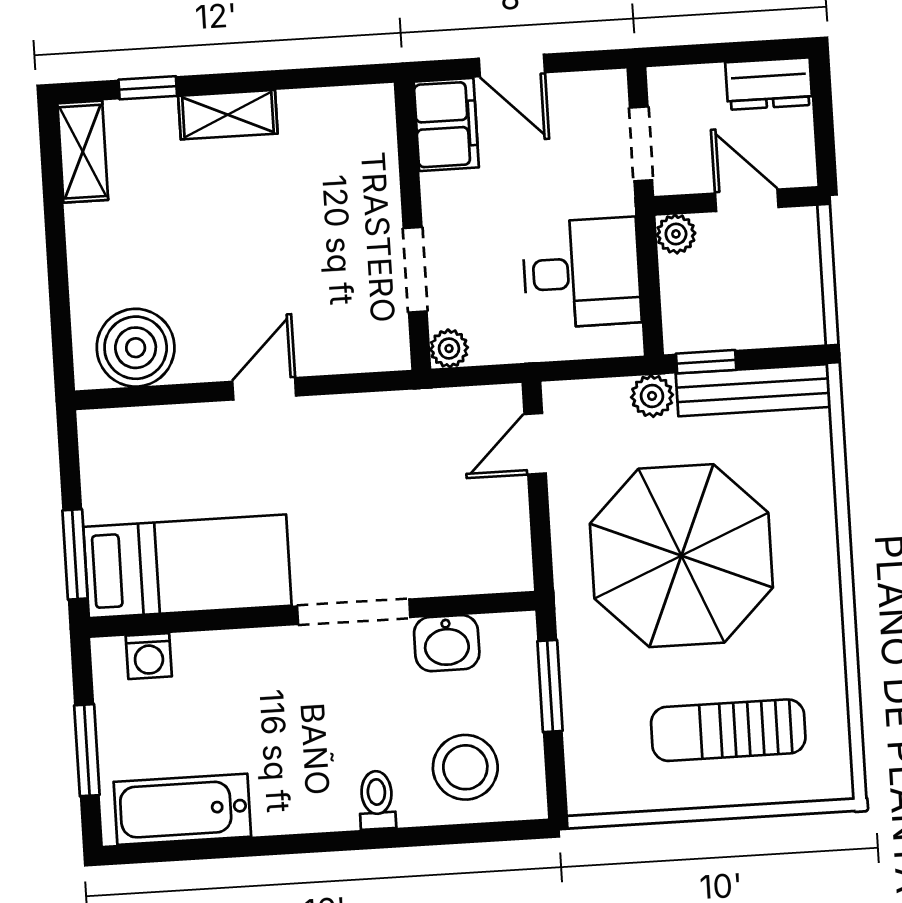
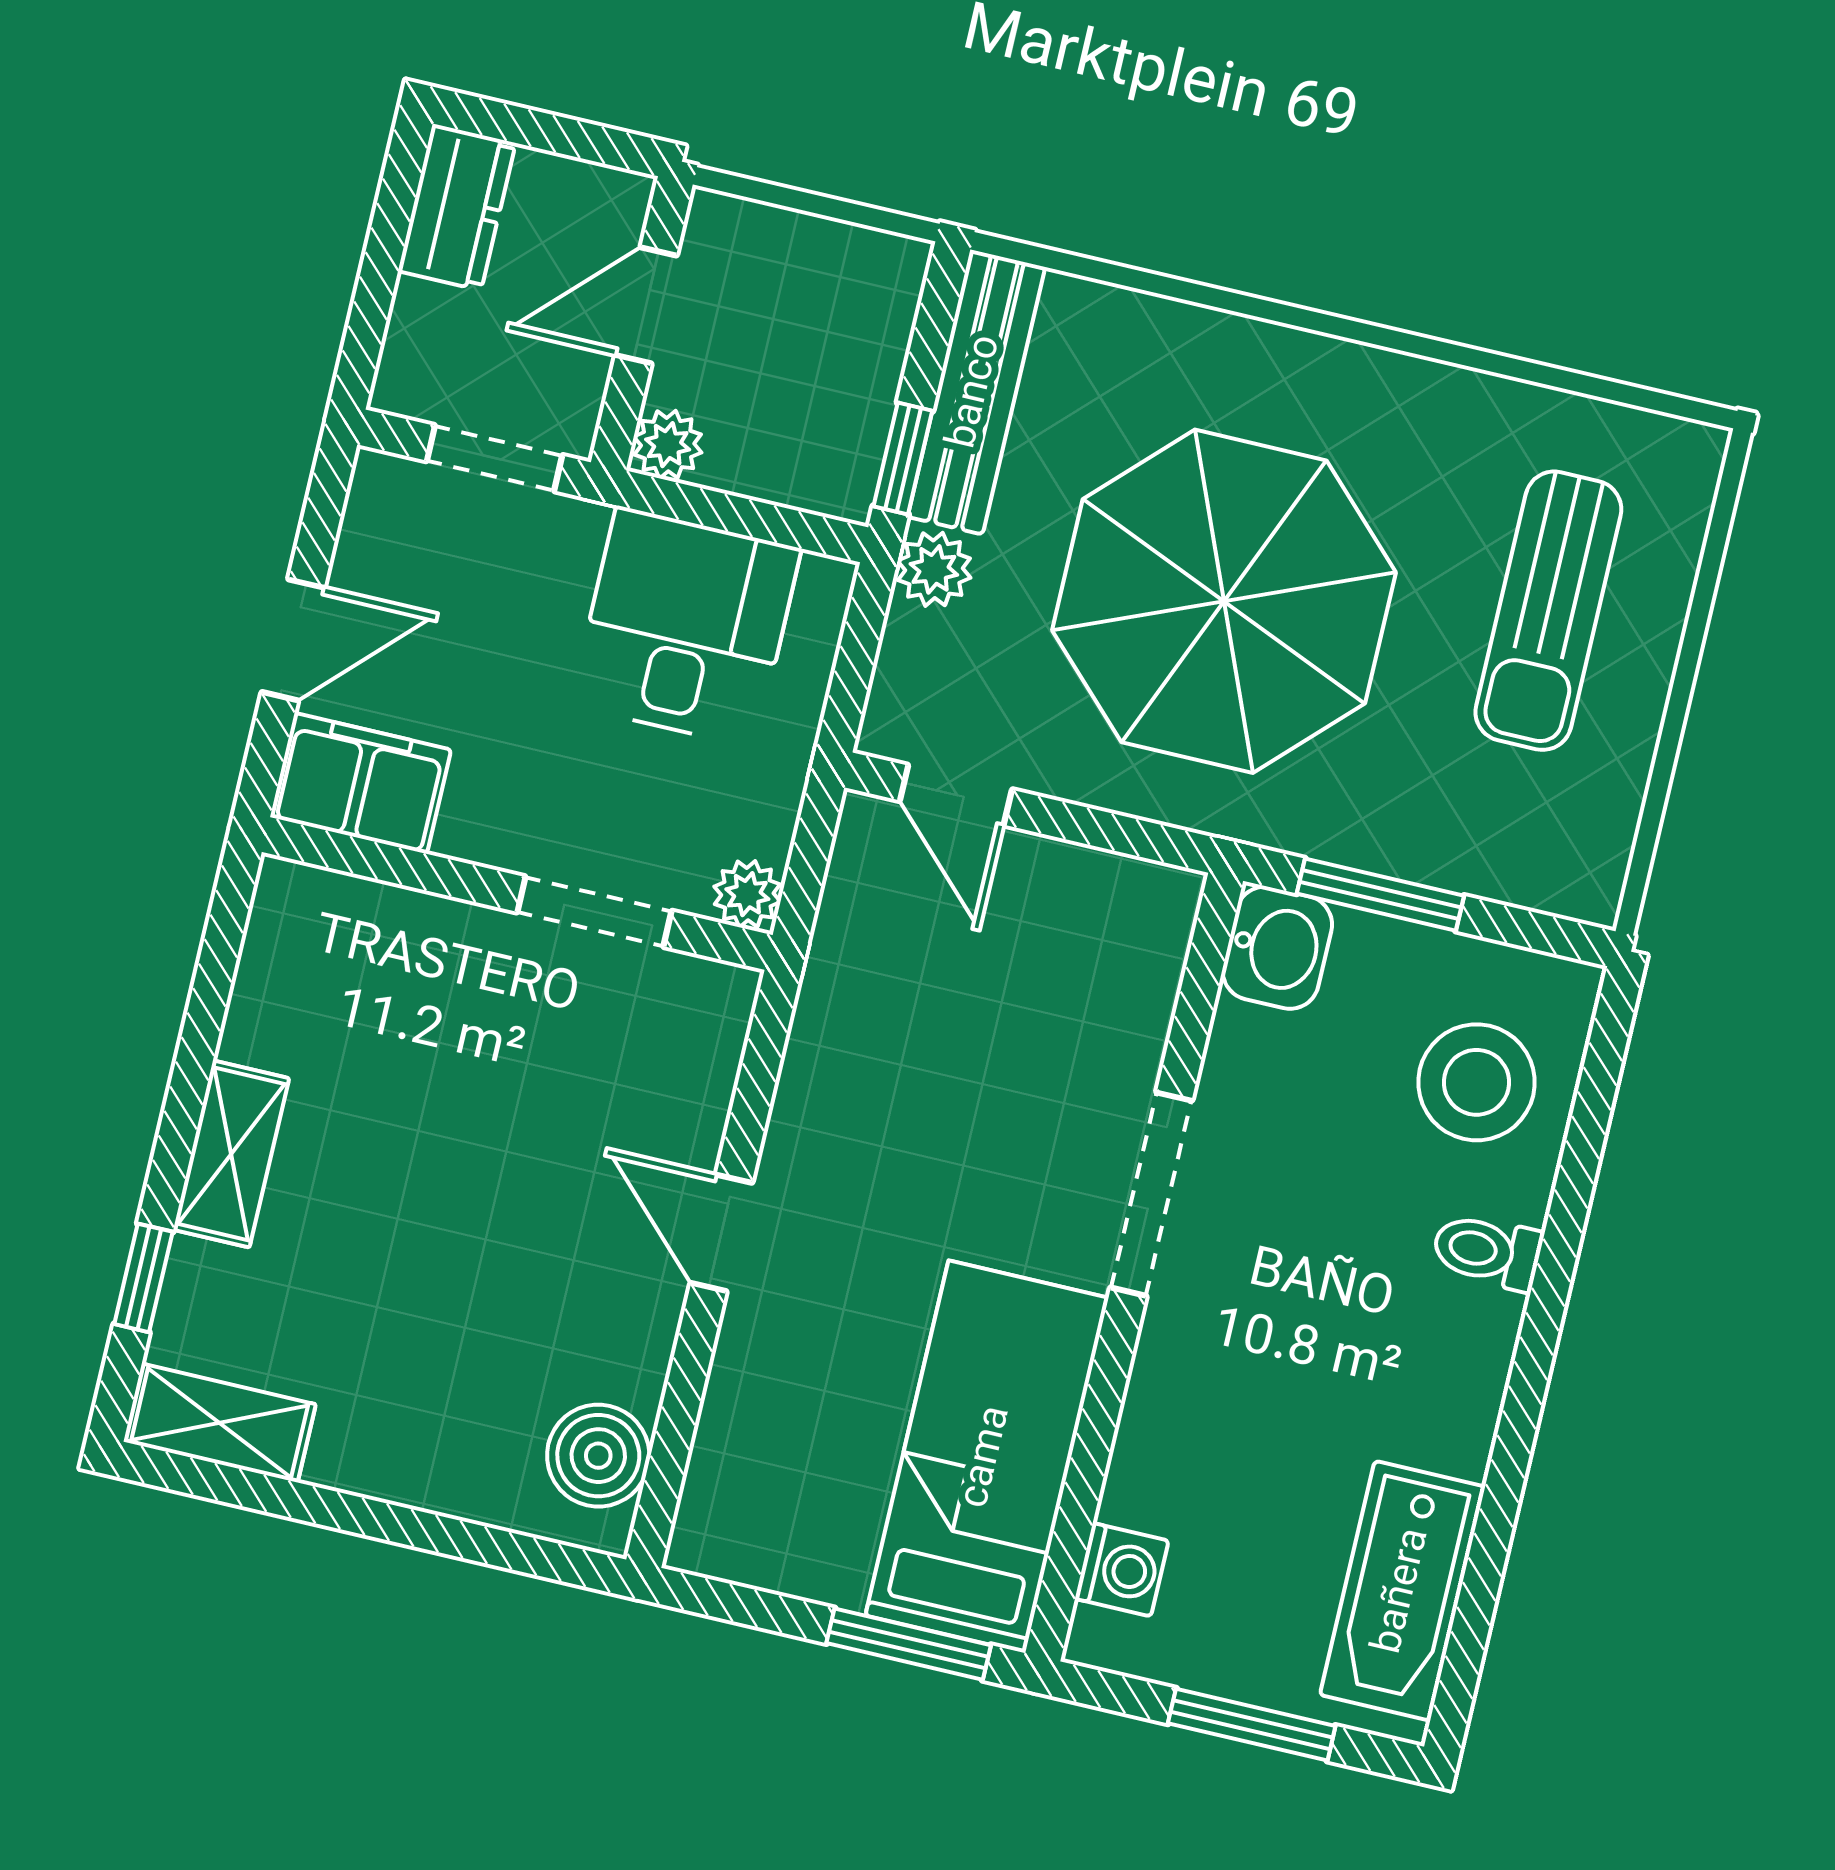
boiler: (136, 348) -> (598, 1456), width x0.73, depth x0.73
washbasin: (447, 643) -> (1277, 948), moved

